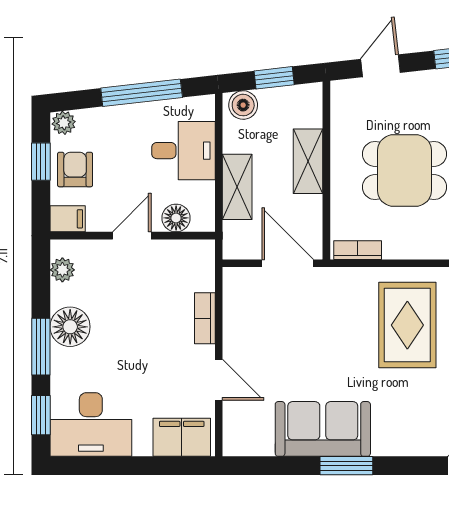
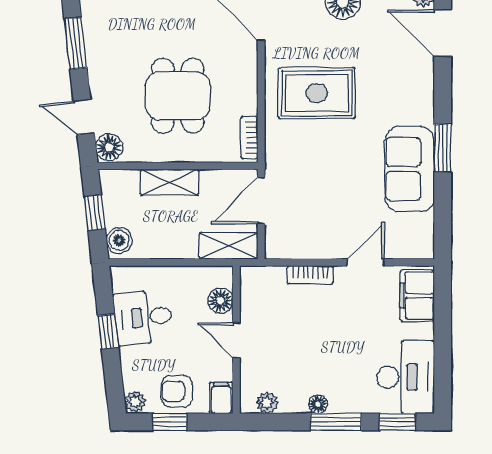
window: (142, 93) -> (108, 332), width x0.46
floor lamp: (347, 94) -> (109, 147), added
desk: (183, 151) -> (143, 317), moved, turned -96
shelving: (237, 187) -> (228, 246), moved
floor lamp: (70, 327) -> (318, 404), width x0.53, depth x0.53

